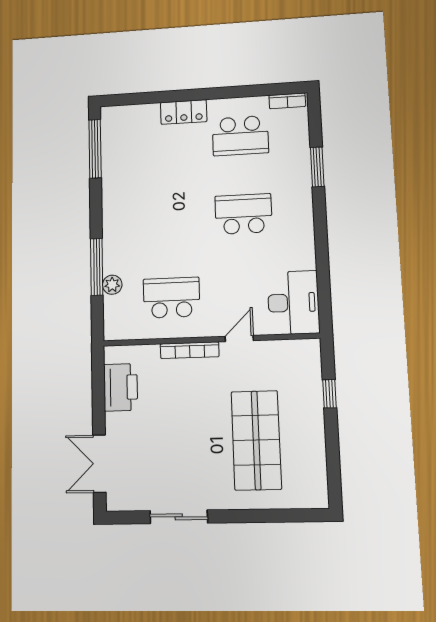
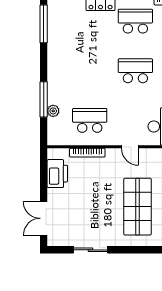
school desk: (240, 136) -> (135, 21), turned 180
door: (239, 339) -> (130, 147), swing flipped
bookcase: (190, 350) -> (87, 153), moved

